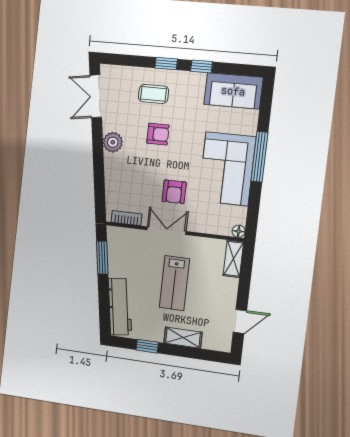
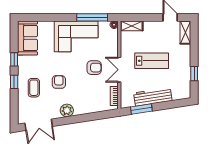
window: (260, 157) -> (92, 17), moved
workbench: (120, 307) -> (153, 97), moved
shelving: (183, 338) -> (185, 32), moved

